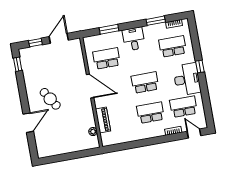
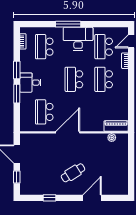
window: (156, 21) -> (17, 70), moved
window: (109, 29) -> (17, 94), moved
window: (18, 64) -> (49, 198), moved
window: (200, 67) -> (68, 24), width x2.17
piano: (103, 120) -> (116, 126), moved
door: (28, 123) -> (92, 198), hinge flipped

